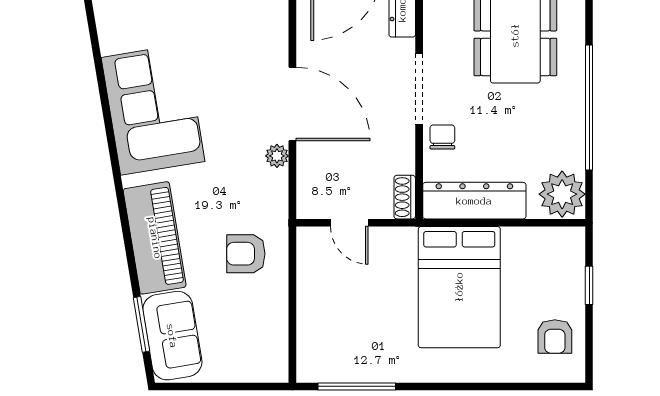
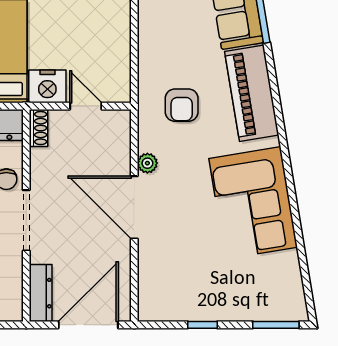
nightstand: (394, 246) -> (47, 86), added
armchair: (246, 254) -> (182, 105), moved, turned 90

